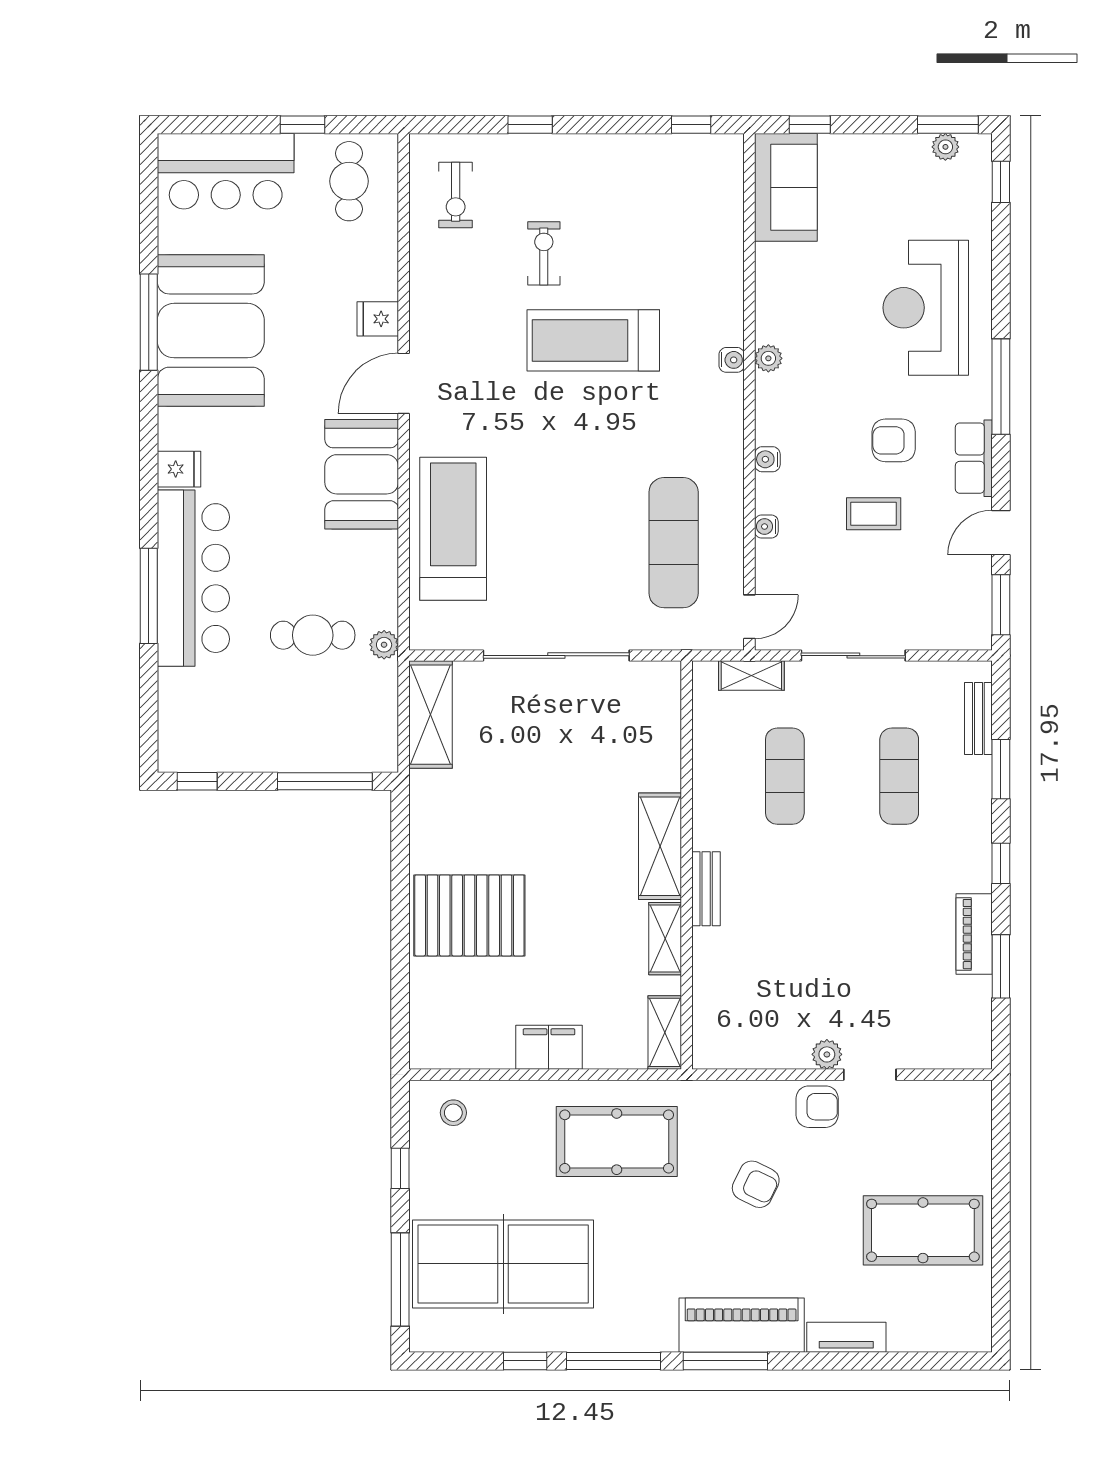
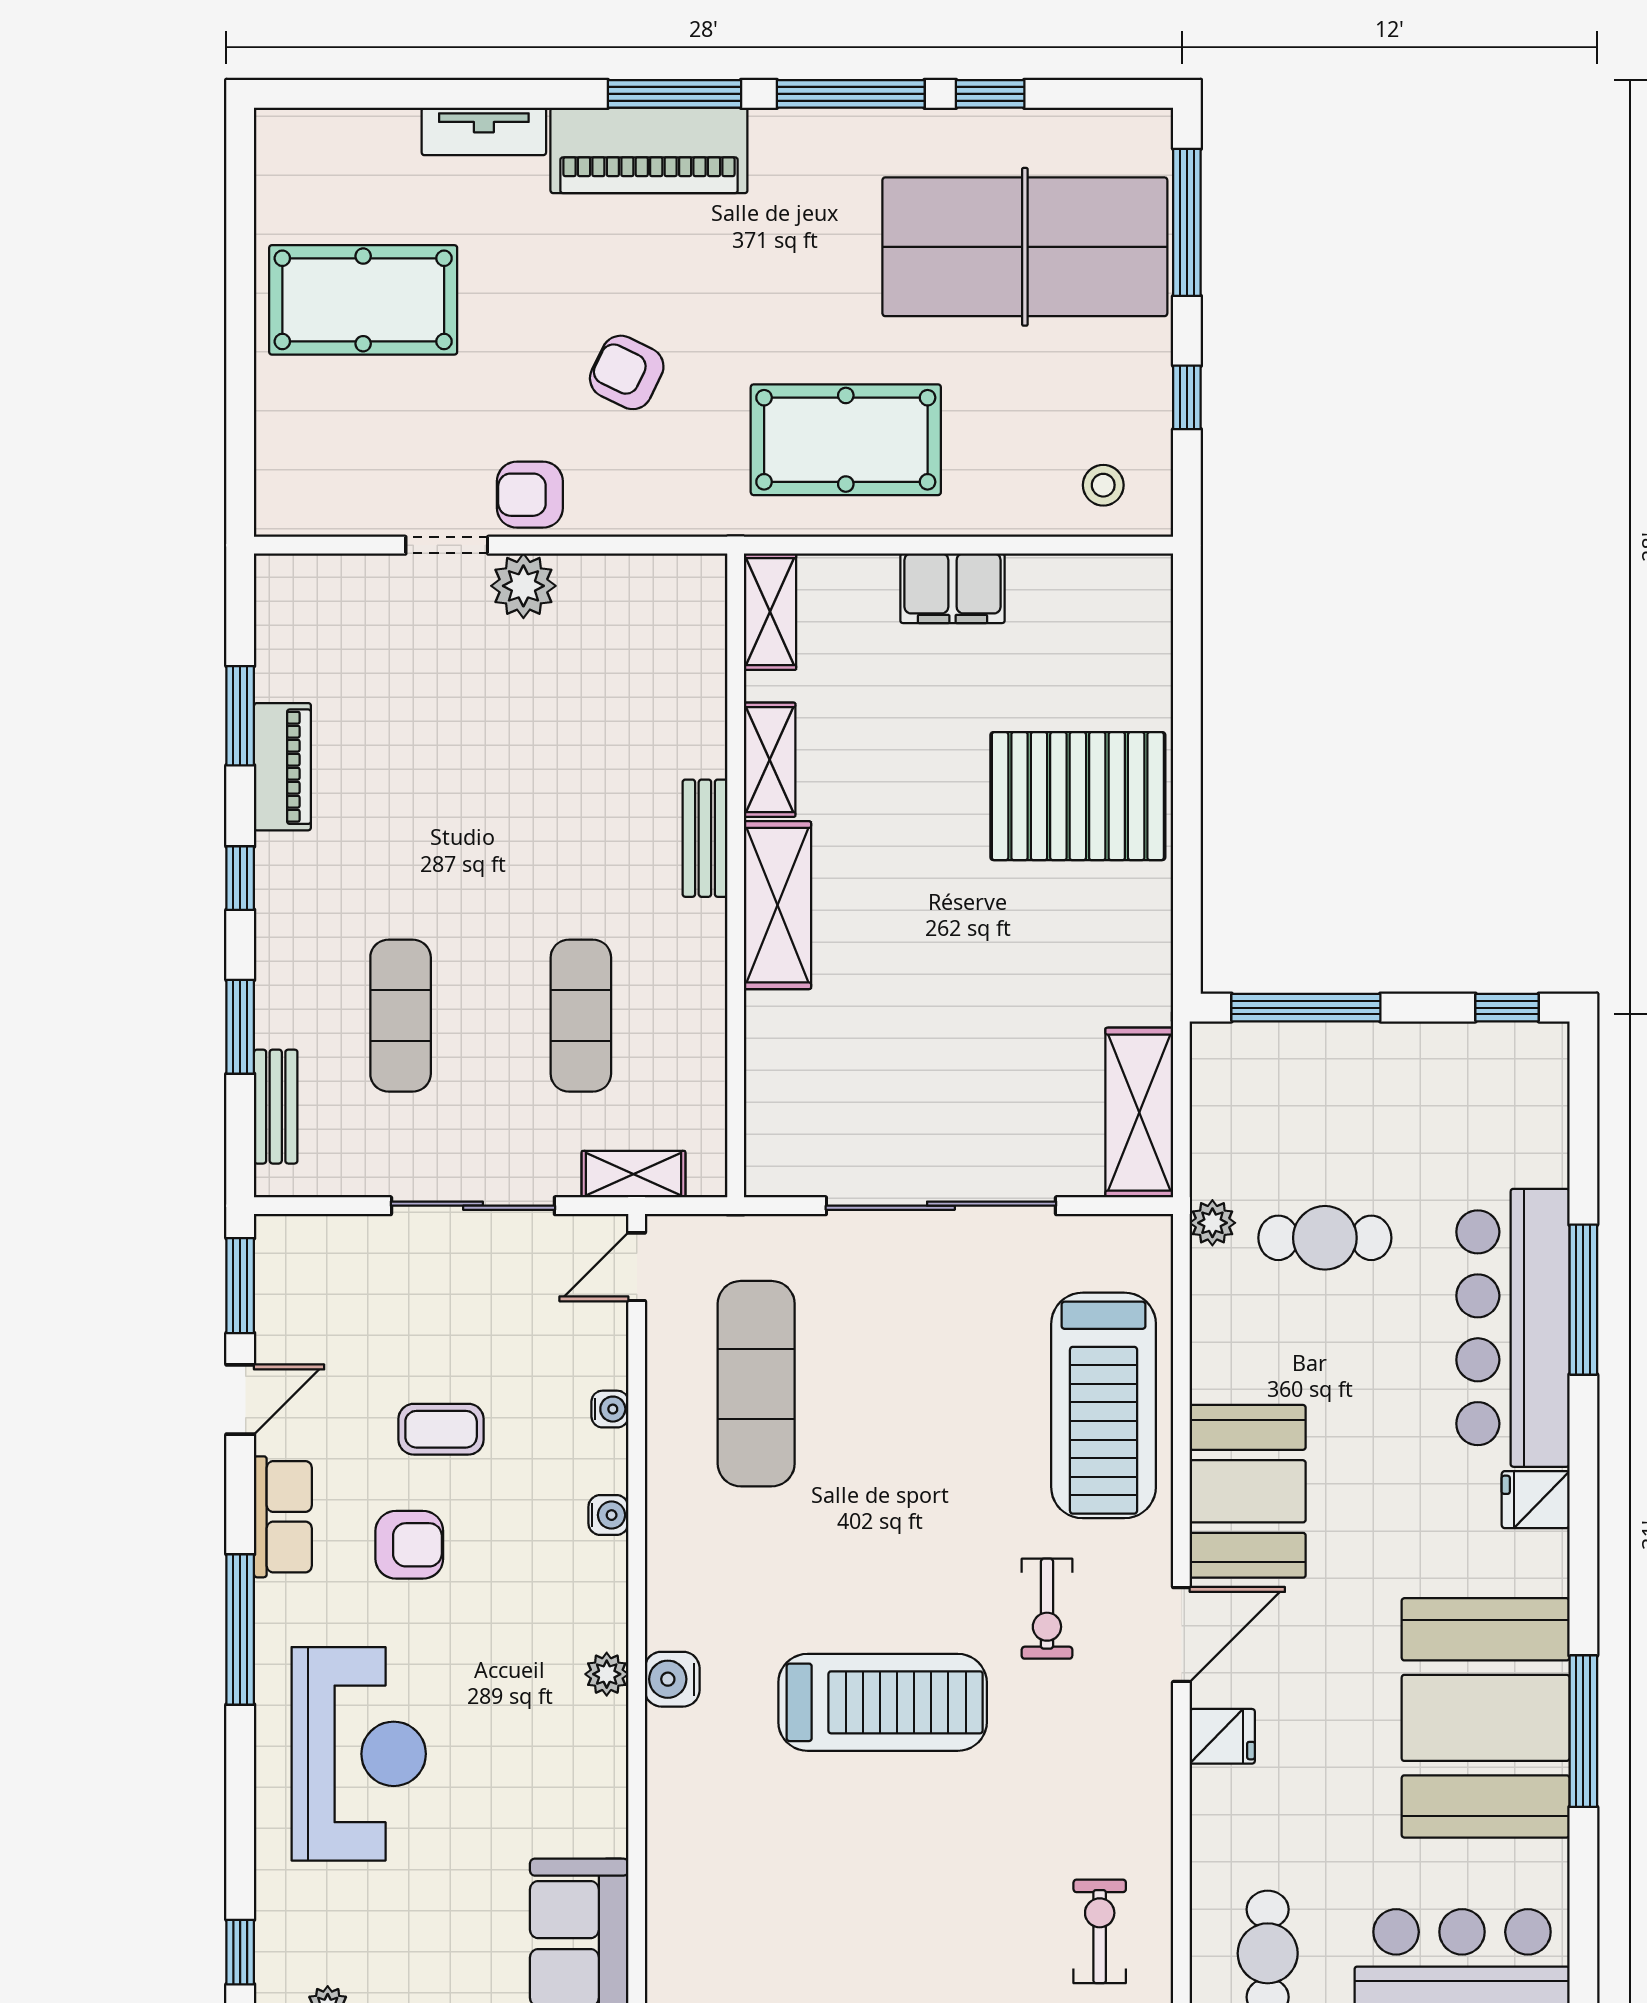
exercise bike: (544, 253) -> (1047, 1609), moved
water cooler: (732, 360) -> (672, 1679), width x1.38, depth x1.38
plant: (827, 1054) -> (523, 586), width x1.38, depth x1.38

